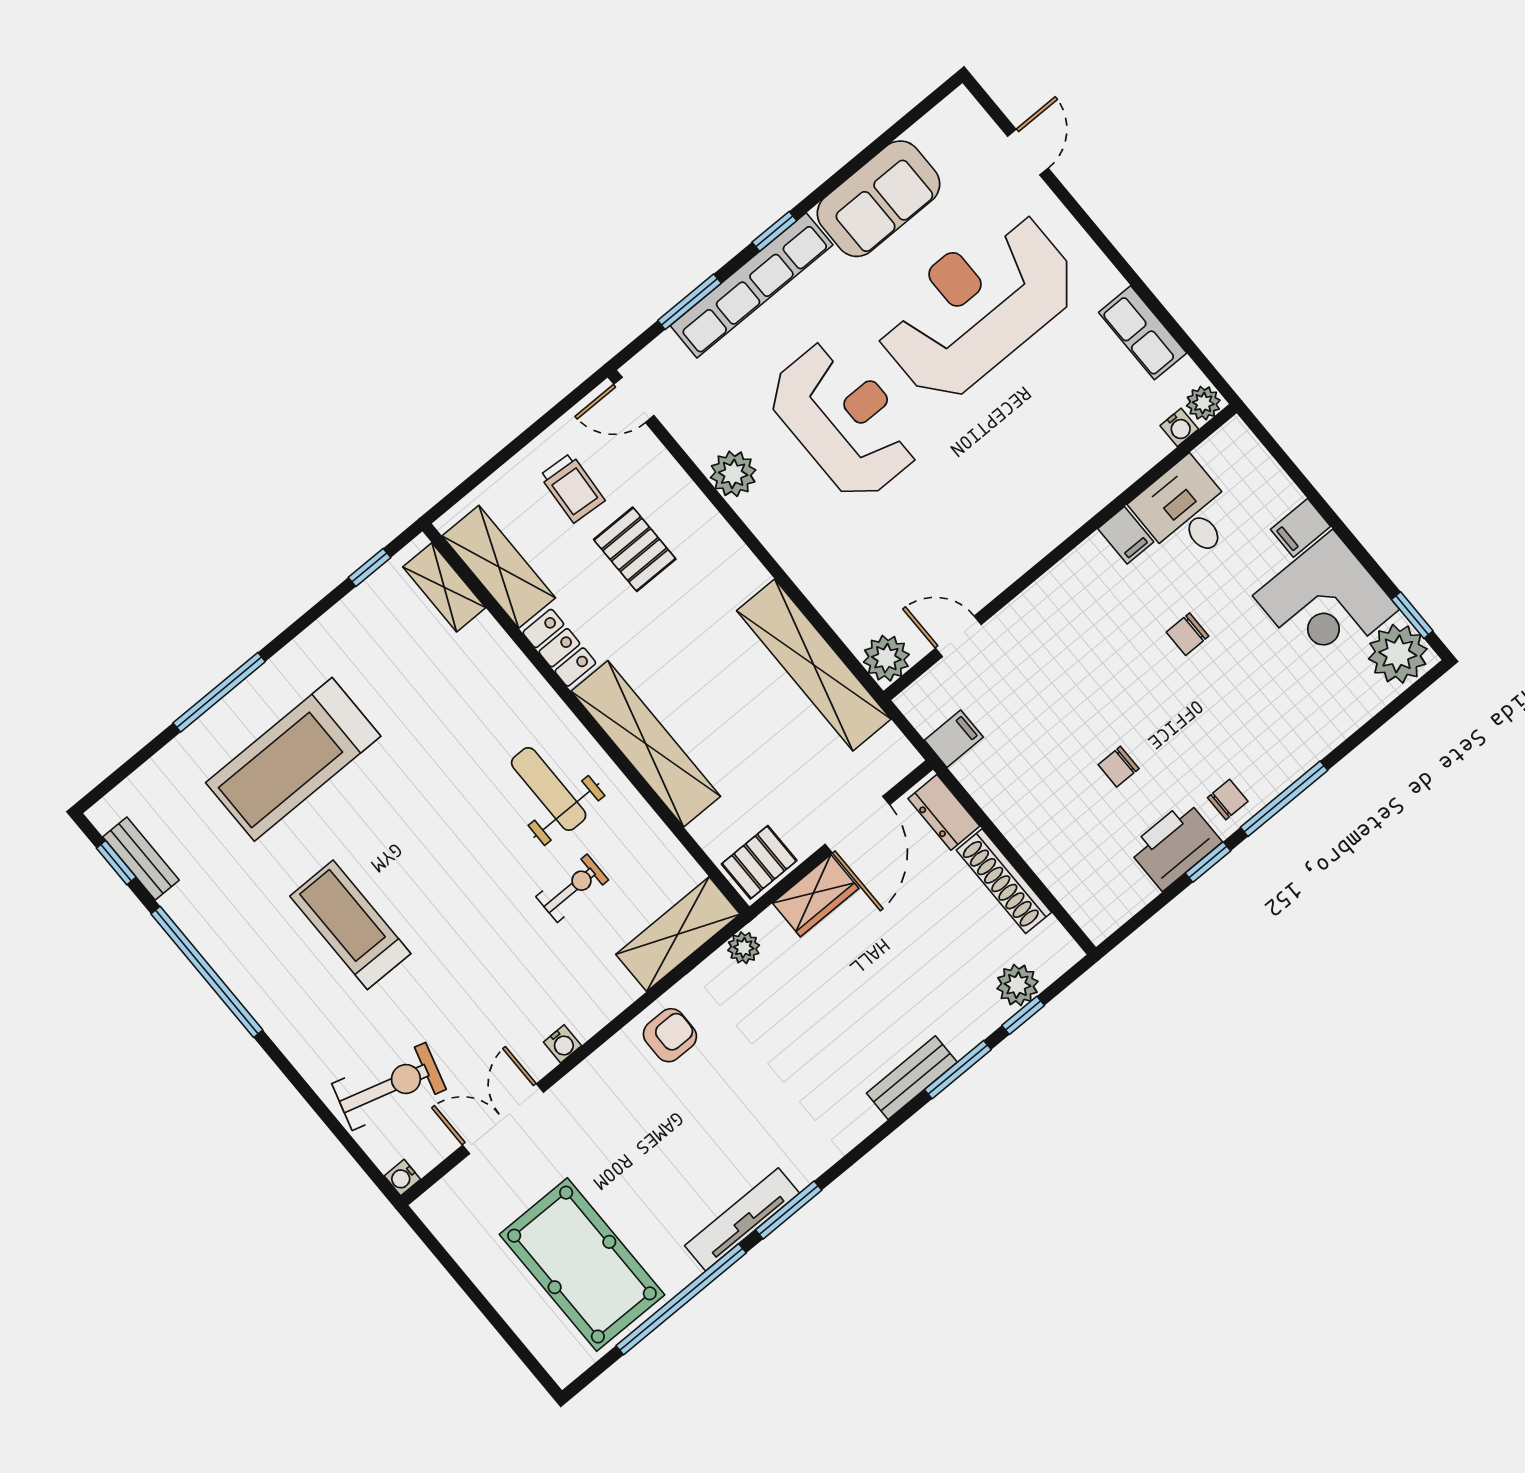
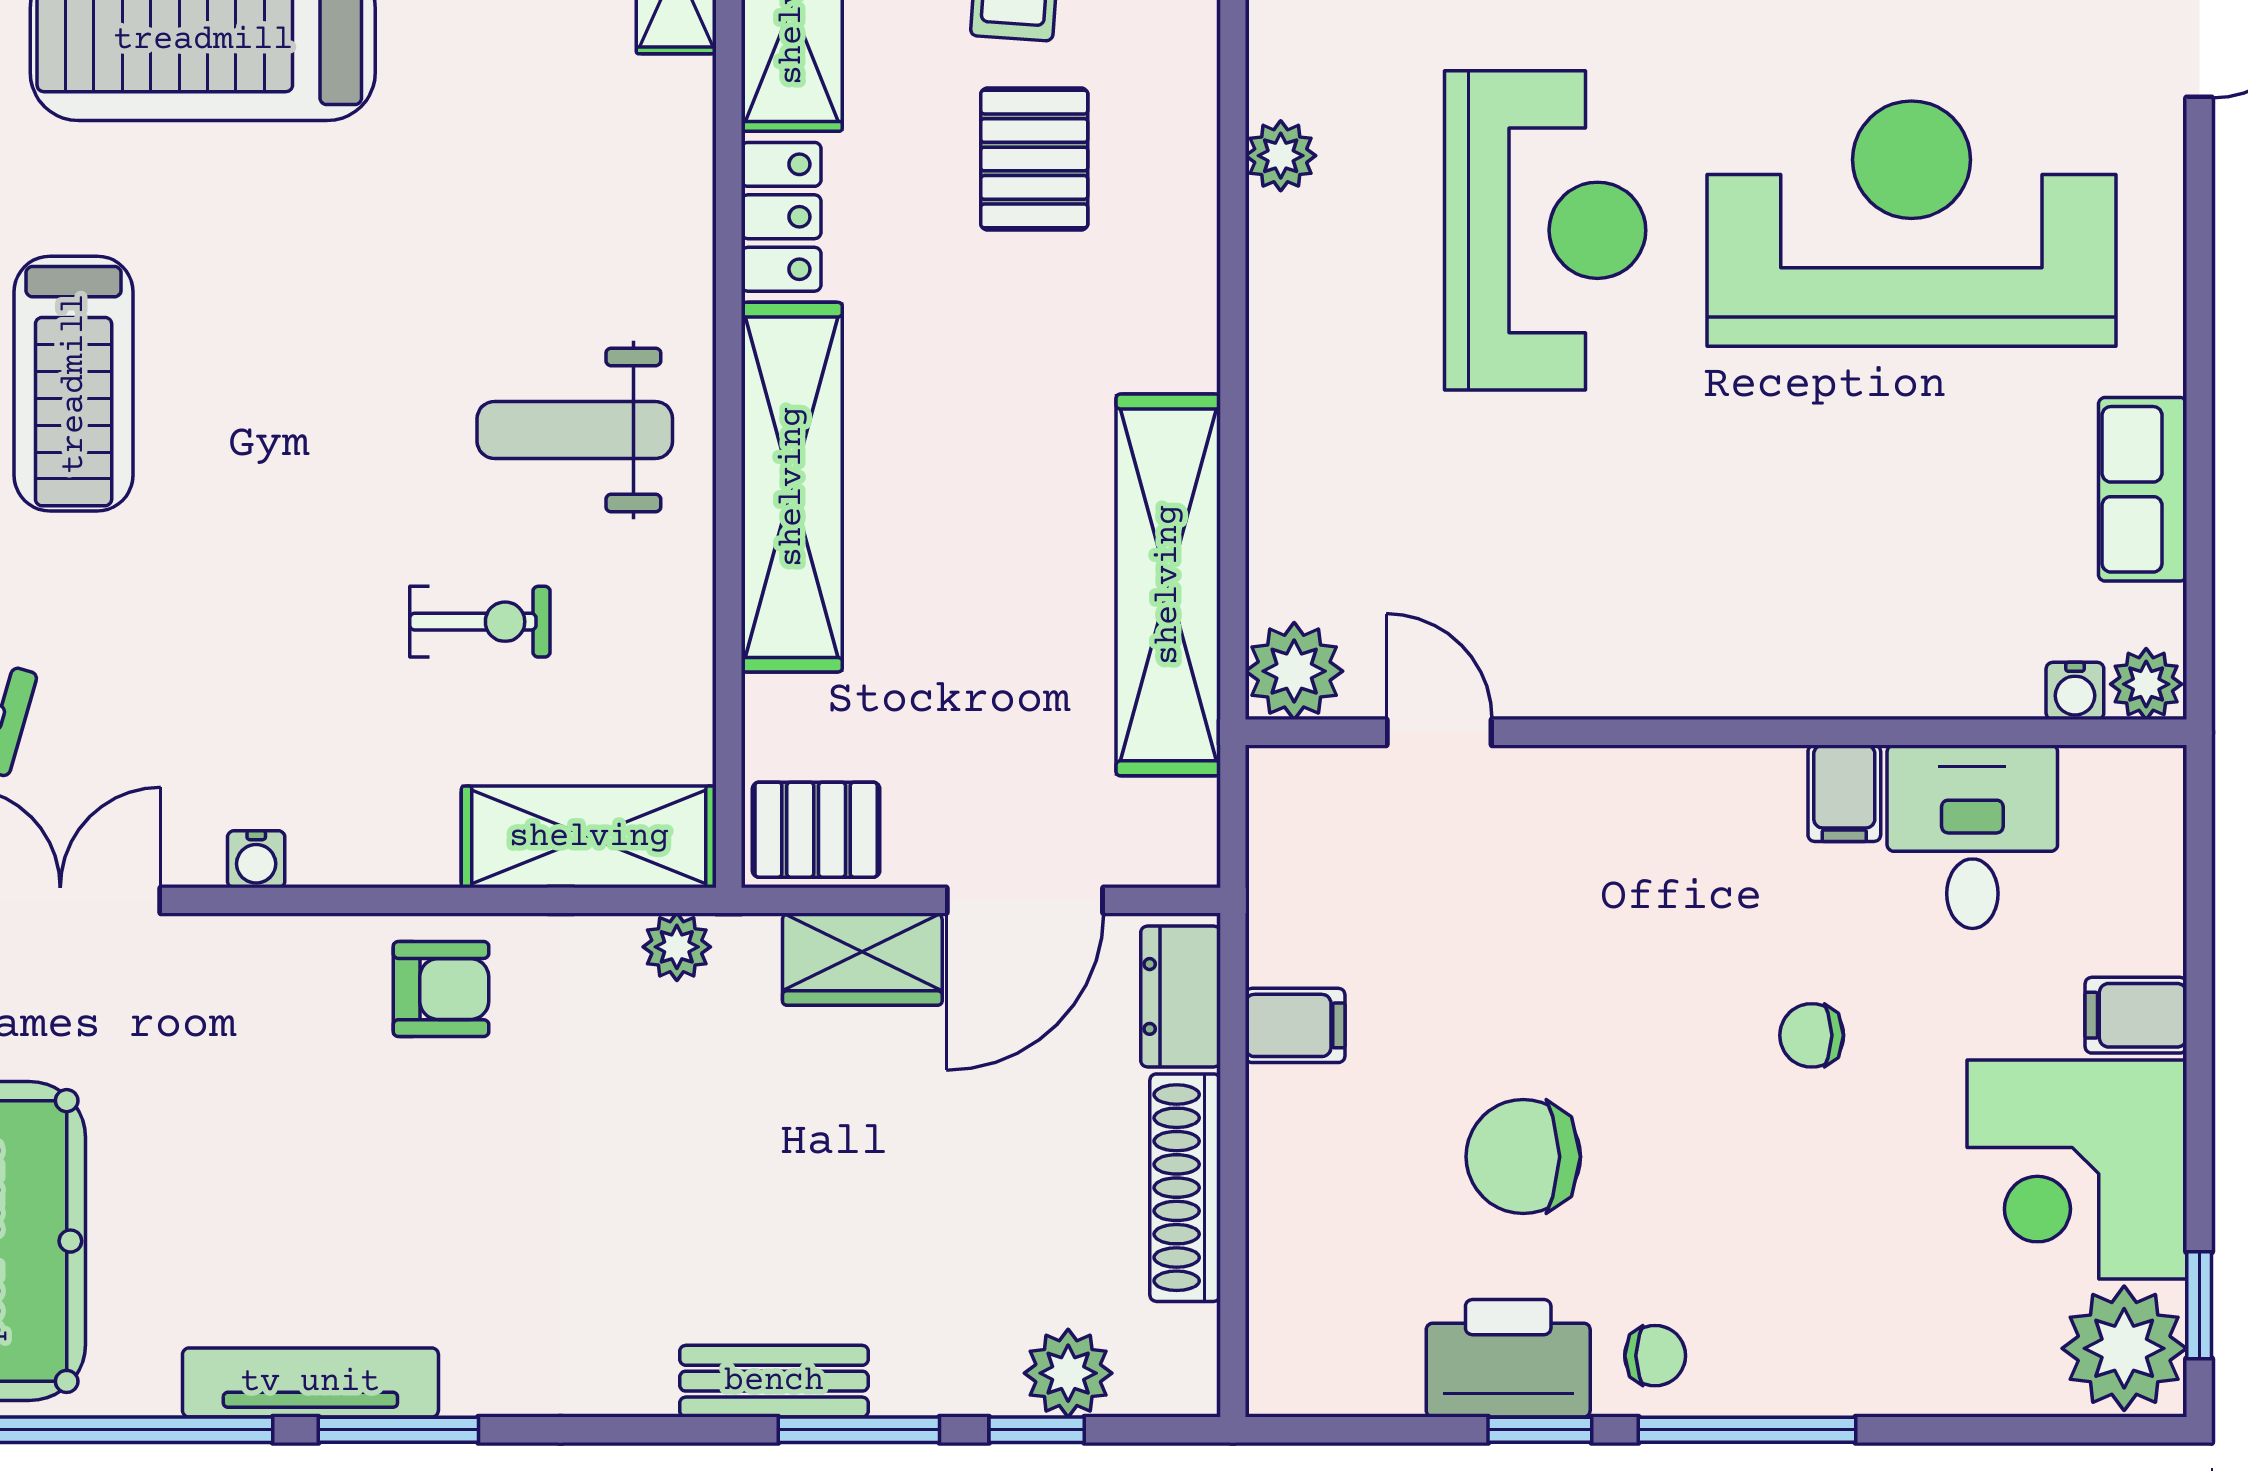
plant: (733, 474) -> (1281, 156), width x0.73, depth x0.73
filing cabinet: (954, 739) -> (1295, 1025), moved
chair: (1119, 767) -> (1523, 1157), width x1.87, depth x1.87
weight bench: (549, 789) -> (575, 430), turned -90
treadmill: (350, 925) -> (74, 384), turned 180

